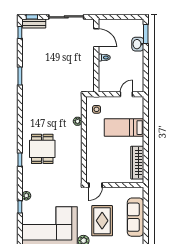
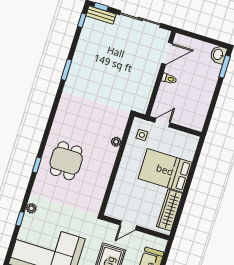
door: (96, 38) -> (167, 53), hinge flipped
washbasin: (138, 44) -> (218, 55), moved
door: (126, 94) -> (162, 122), moved
bed: (124, 128) -> (165, 170), width x1.50
door: (95, 185) -> (128, 225), moved

